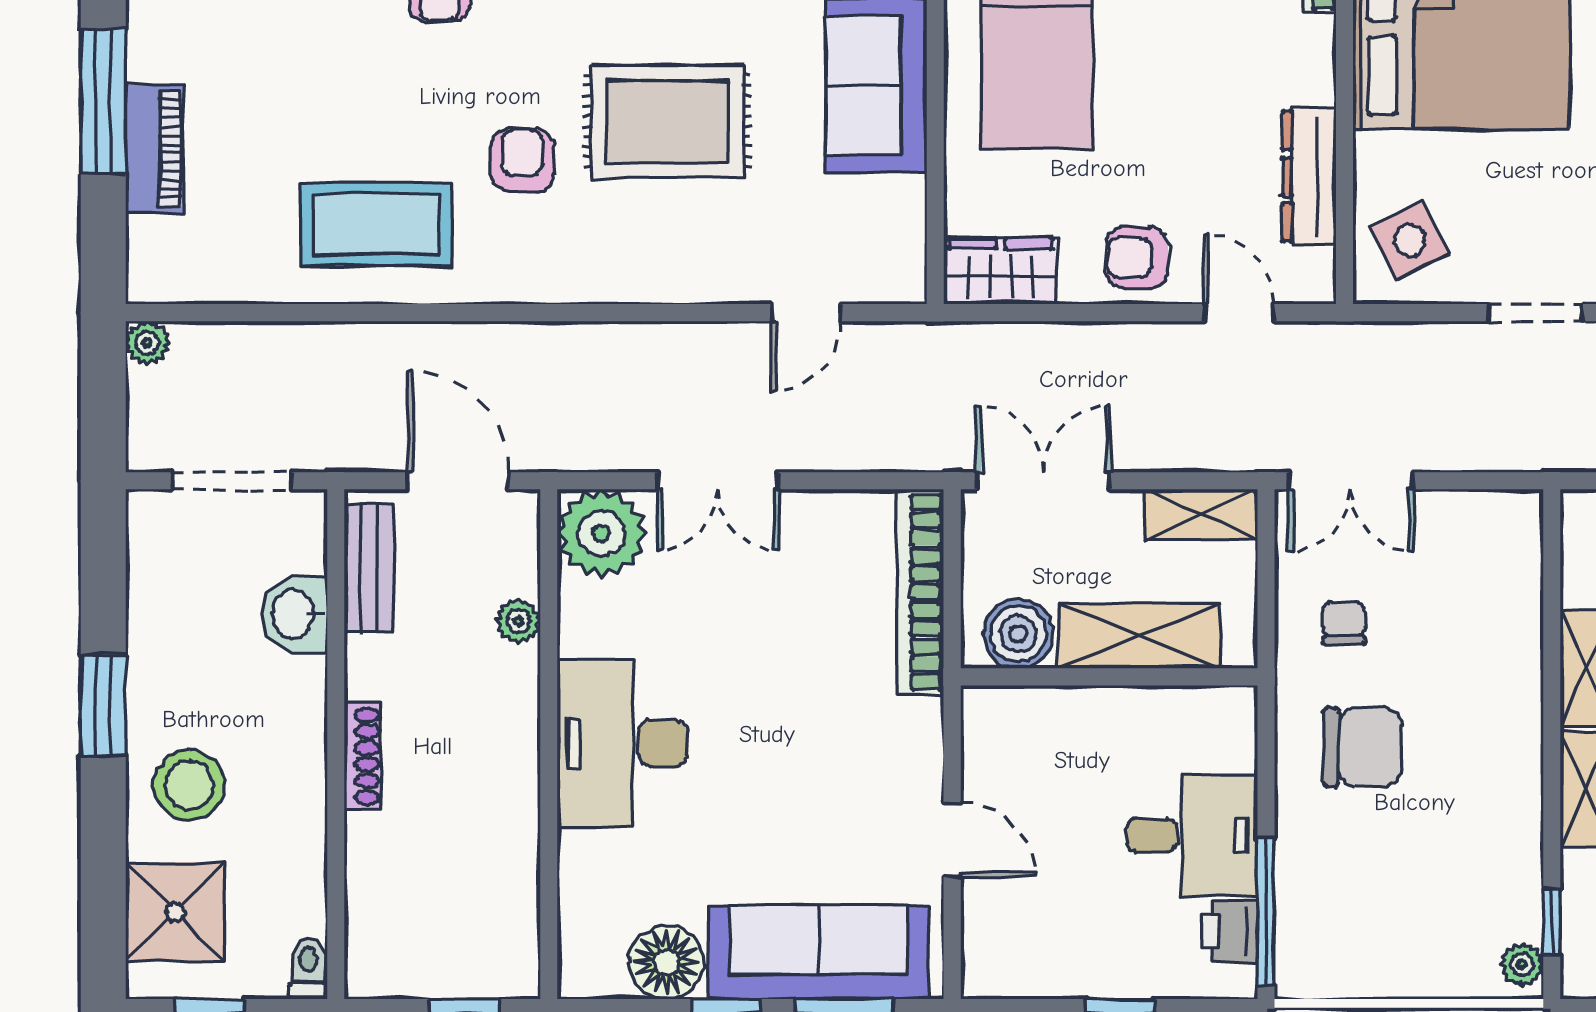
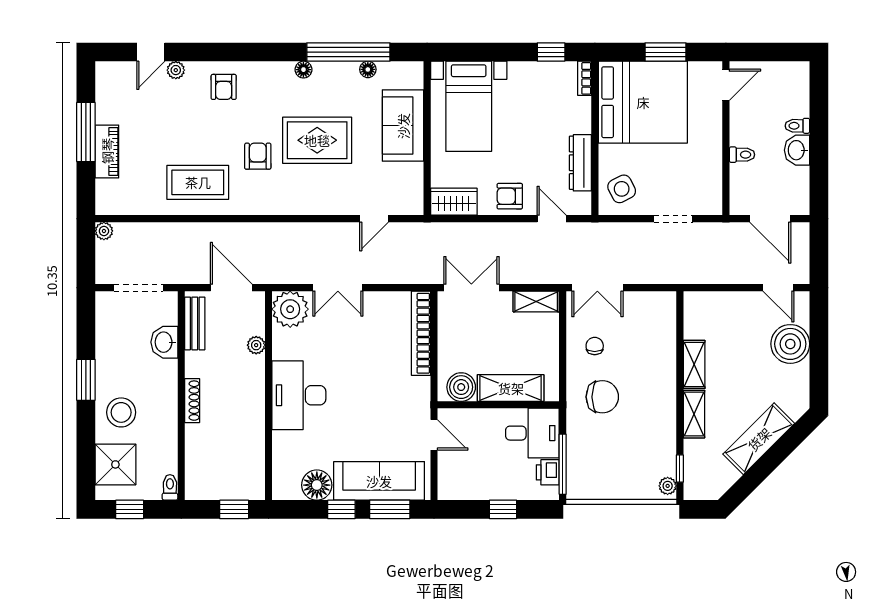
boiler: (1018, 634) -> (461, 387), moved
shelving: (1139, 636) -> (511, 388), moved
wall: (1109, 677) -> (498, 405), moved

